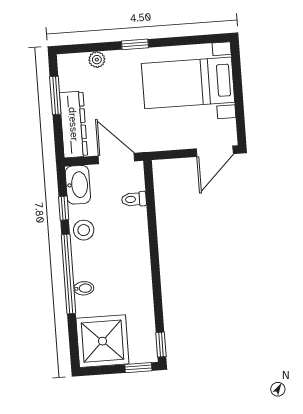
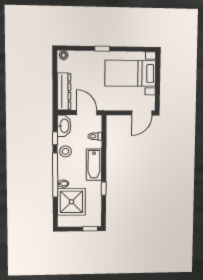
plant: (97, 60) -> (64, 55), moved
window: (55, 95) -> (55, 74), removed
bathtub: (136, 250) -> (94, 165), added
shower: (102, 341) -> (71, 202), moved
window: (161, 345) -> (104, 189), moved

